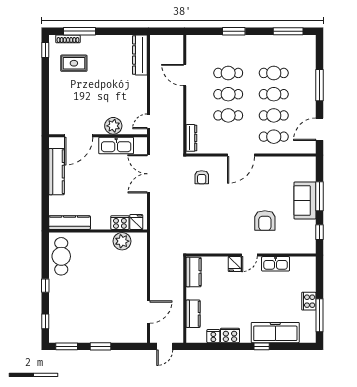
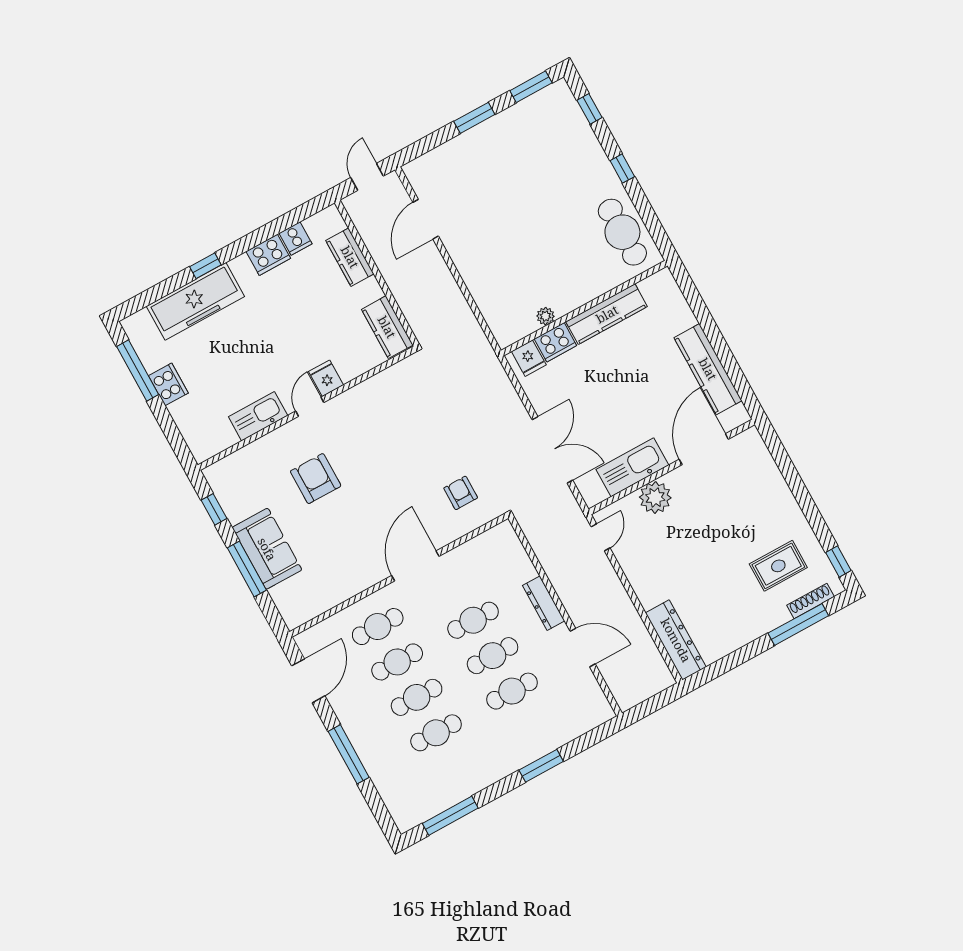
dresser: (191, 138) -> (544, 603), moved
kitchen counter: (70, 223) -> (607, 314), moved
plant: (122, 241) -> (545, 316), width x0.53, depth x0.53

